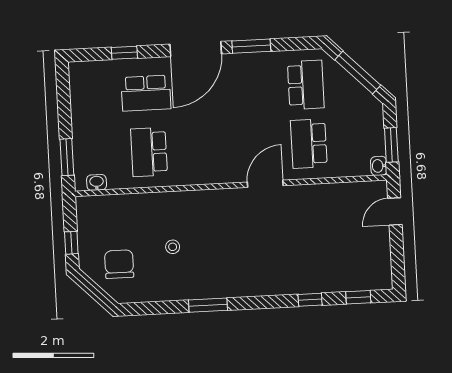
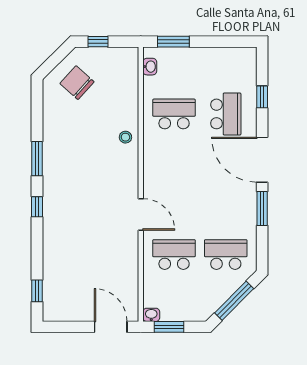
school desk: (306, 85) -> (226, 255), turned 180
school desk: (146, 93) -> (226, 114), turned 180
door: (395, 211) -> (111, 327), width x1.38
stool: (173, 247) -> (125, 137), moved
chair: (119, 264) -> (77, 83), turned -138
window: (310, 300) -> (37, 207), moved

